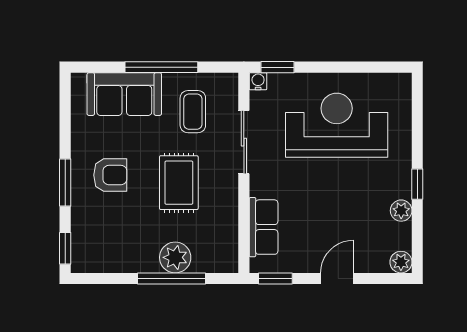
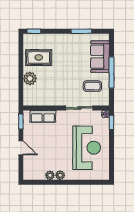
armchair: (110, 175) -> (65, 51), removed
window: (65, 183) -> (81, 31), moved
rug: (179, 183) -> (39, 57), moved
window: (417, 184) -> (61, 182), removed
plant: (401, 262) -> (60, 175), moved
window: (171, 278) -> (21, 77), removed

